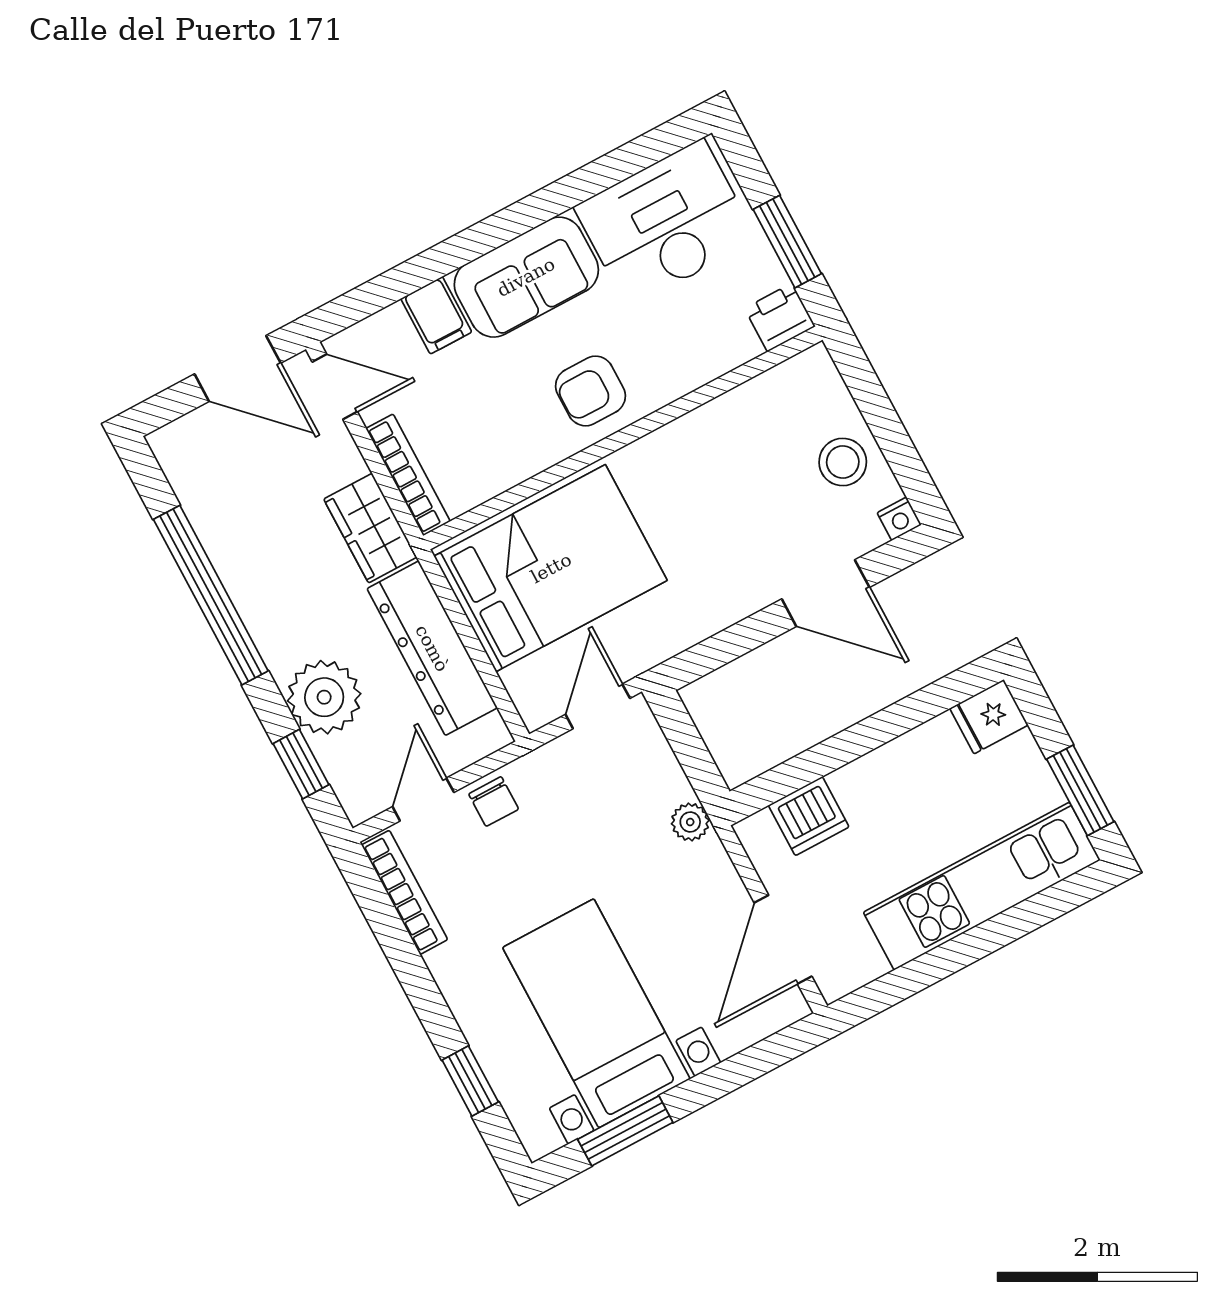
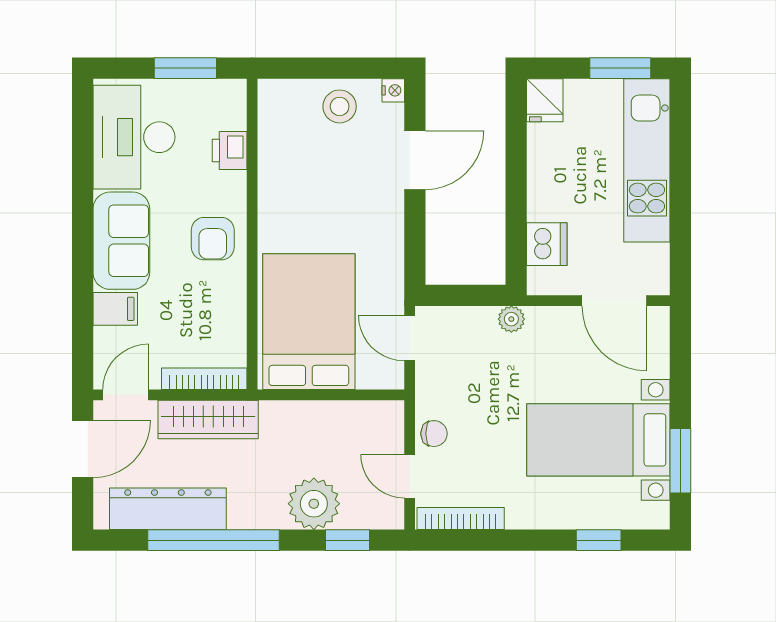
printer: (780, 317) -> (230, 150), moved
wardrobe: (370, 528) -> (208, 420), width x1.50
dresser: (432, 648) -> (168, 509), moved, turned 180

